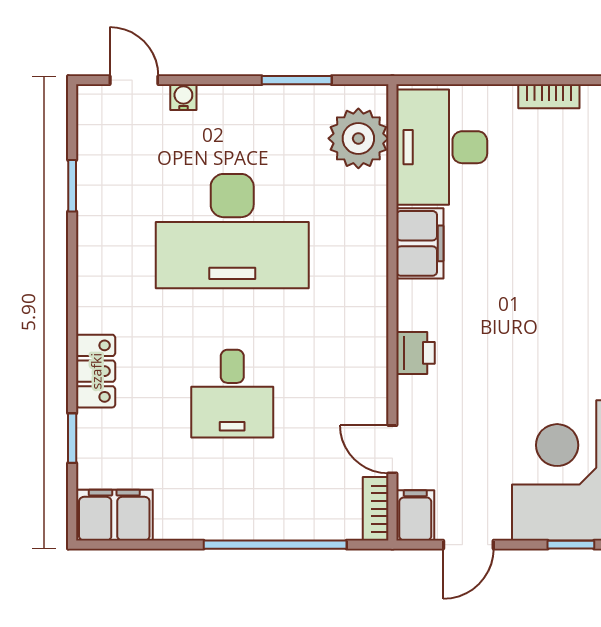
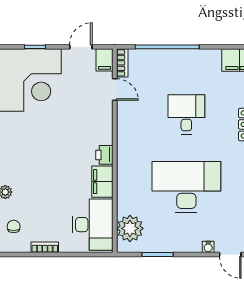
printer: (416, 353) -> (104, 155), moved

